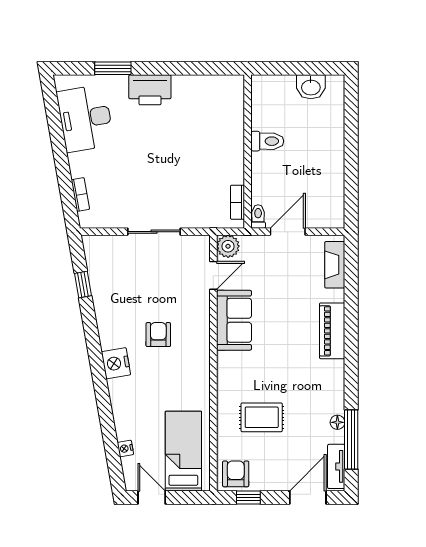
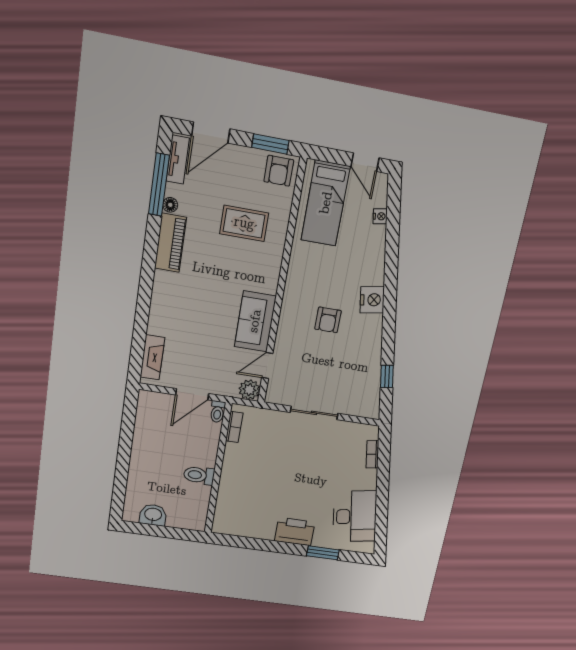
piano: (332, 331) -> (170, 243), moved
window: (248, 497) -> (270, 144), width x1.50

